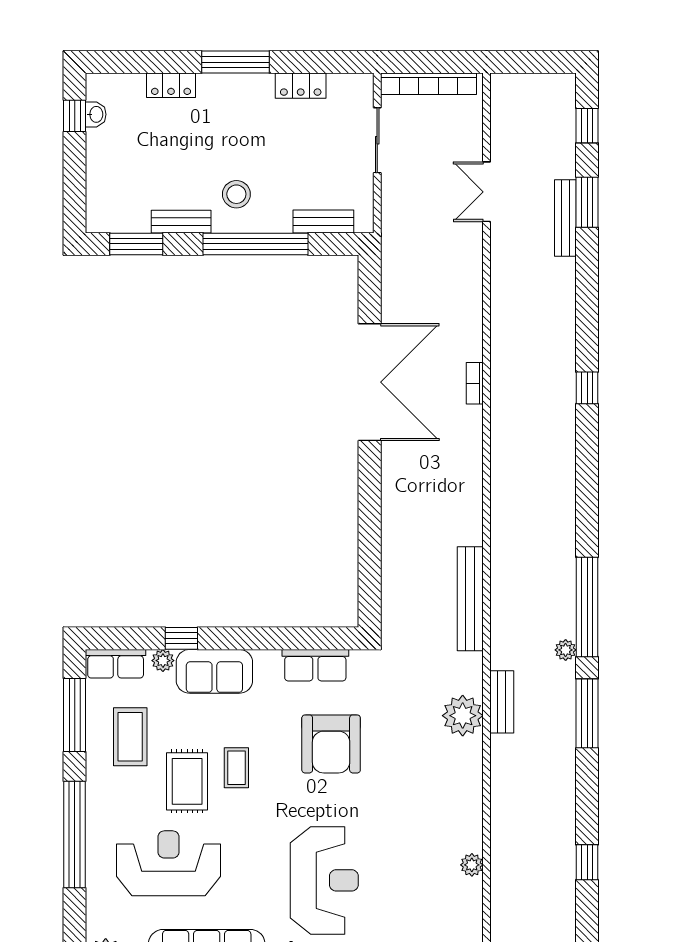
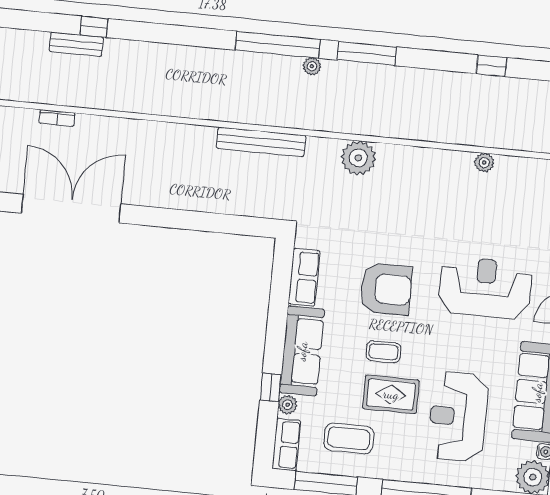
bookcase: (475, 383) -> (57, 118), moved
sofa: (214, 671) -> (302, 351), width x1.36
bench: (502, 702) -> (76, 44), moved
armchair: (331, 744) -> (386, 289), moved

